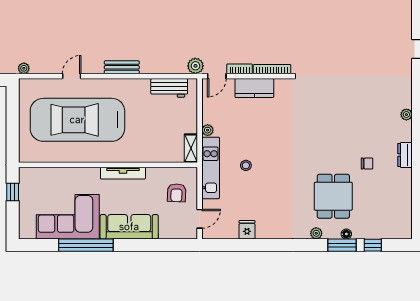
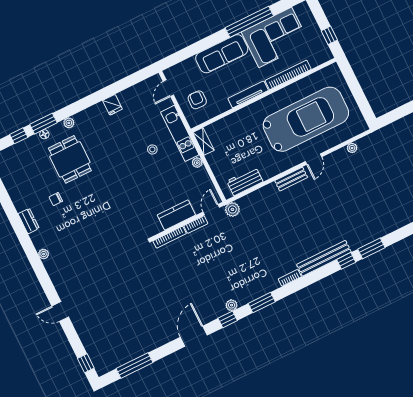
plant: (24, 68) -> (352, 148), moved
door: (72, 76) -> (313, 159), moved
bookcase: (73, 173) -> (288, 75), added
fridge: (247, 230) -> (112, 105), moved

